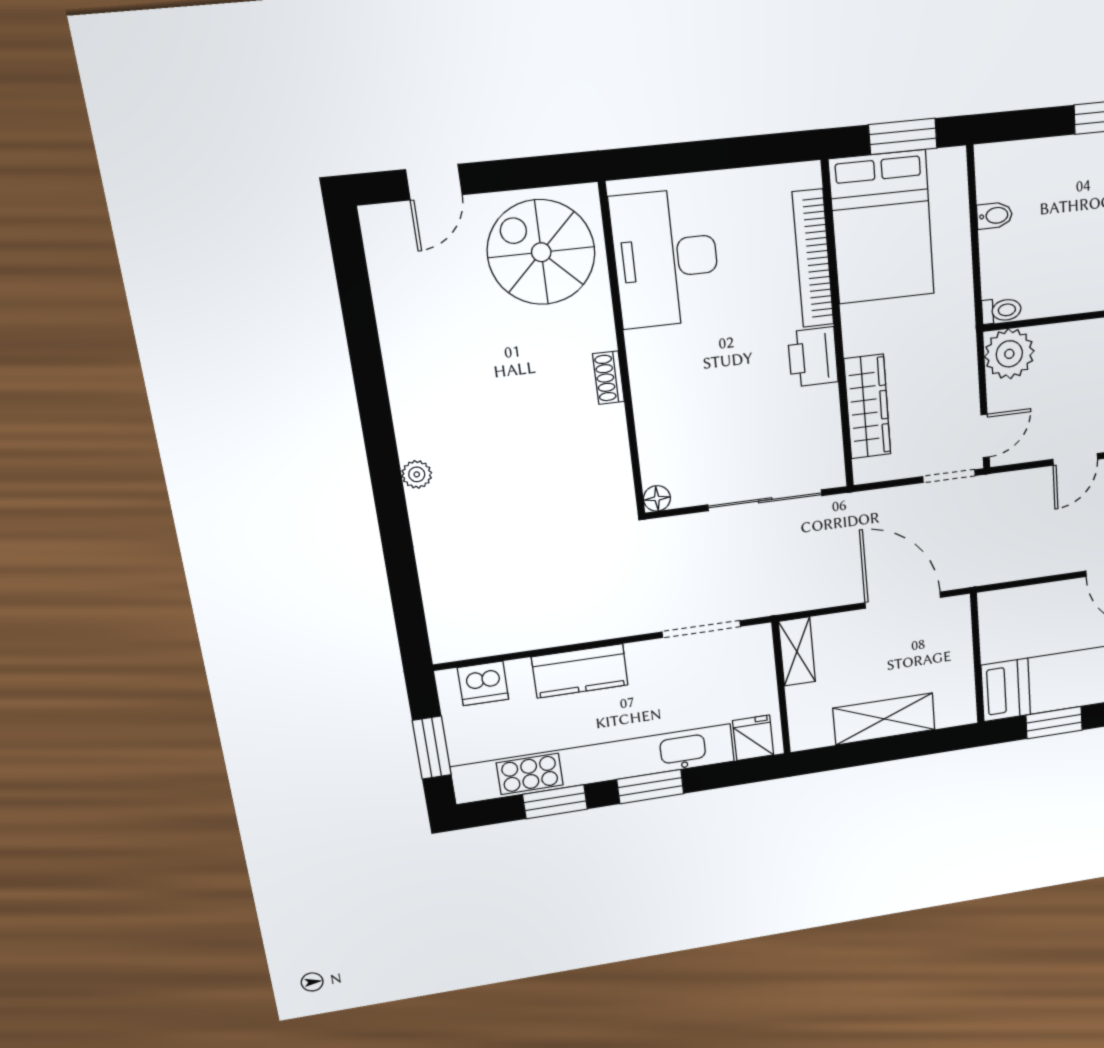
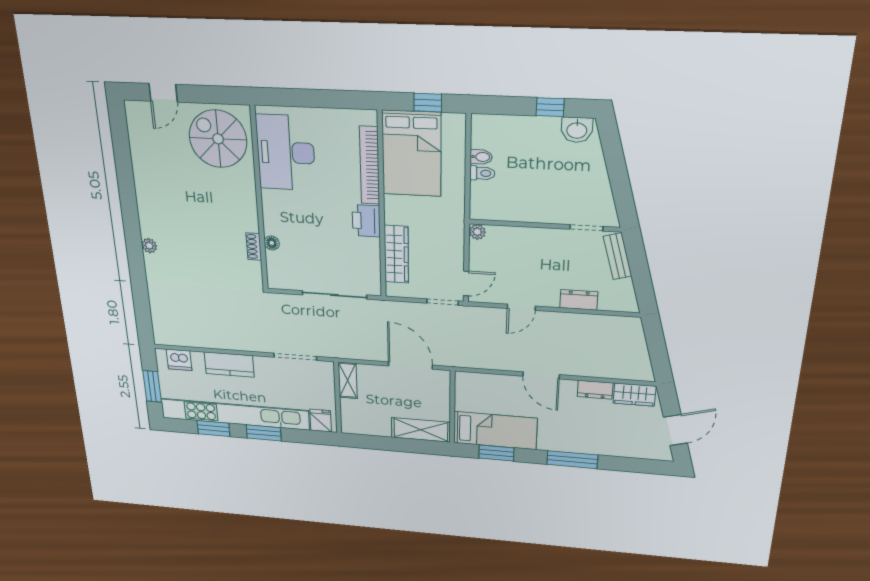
window: (903, 136) -> (428, 103), width x0.67
toilet: (1001, 310) -> (482, 173), moved
plant: (1009, 354) -> (477, 232), width x0.53, depth x0.53
shoe rack: (608, 378) -> (254, 247), moved
floor lamp: (657, 498) -> (272, 243), moved
shelving: (884, 719) -> (421, 430), moved

